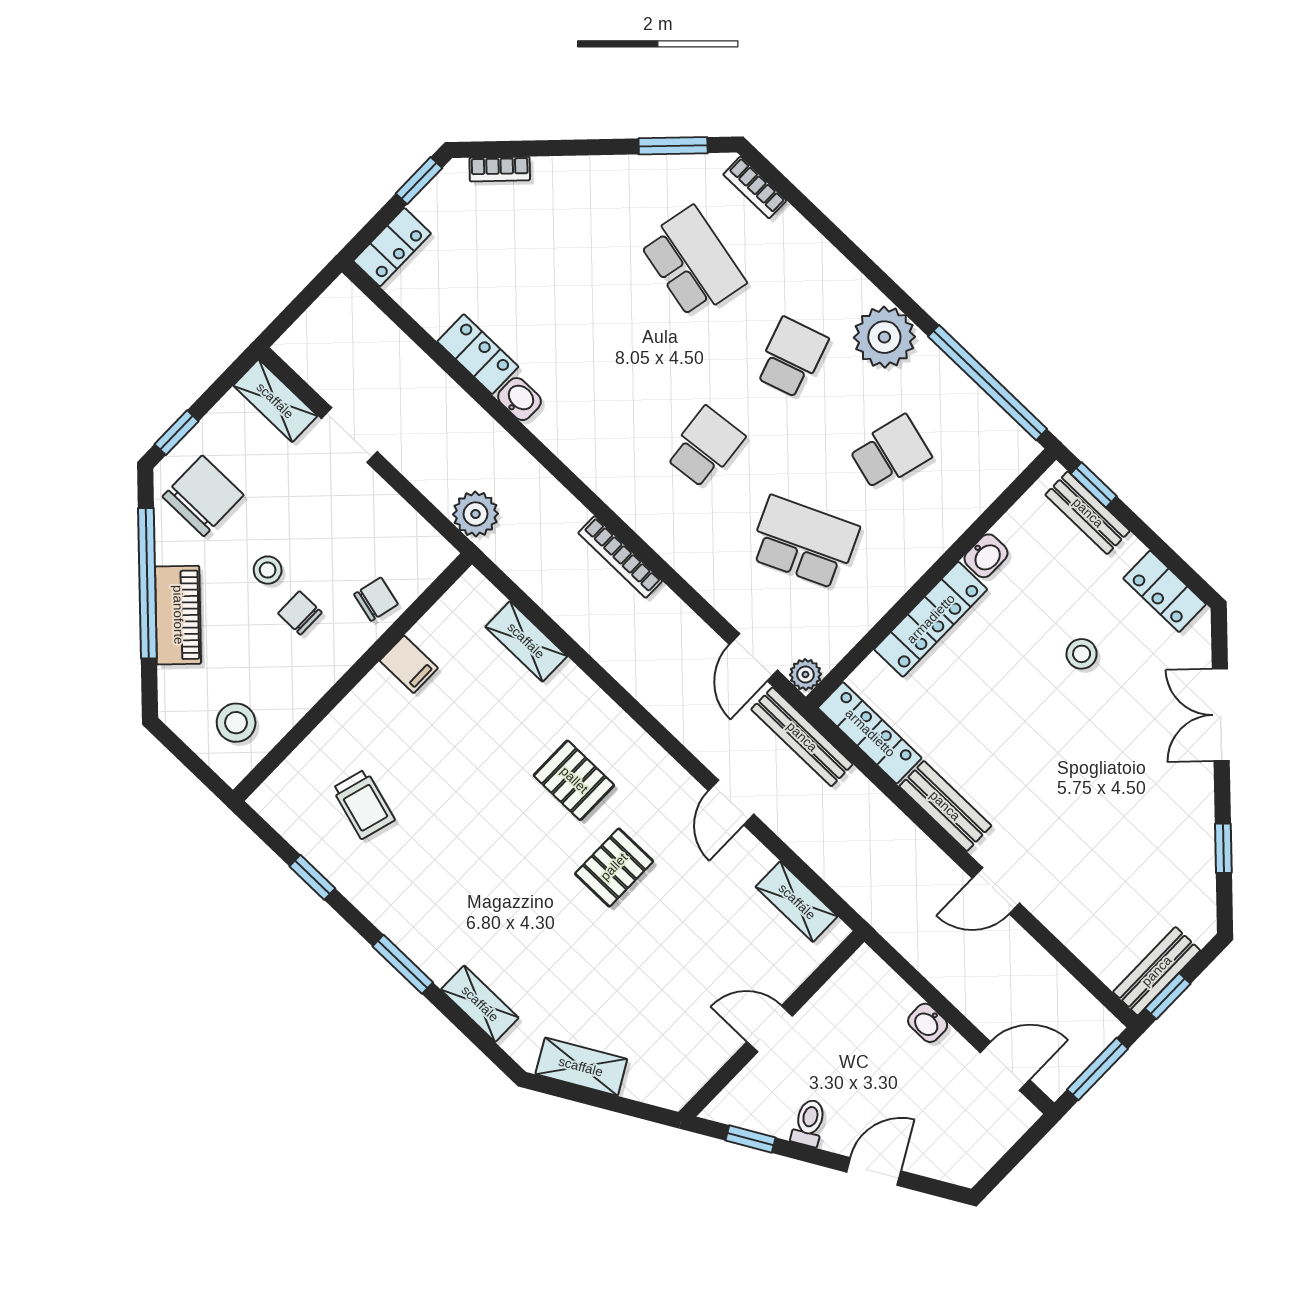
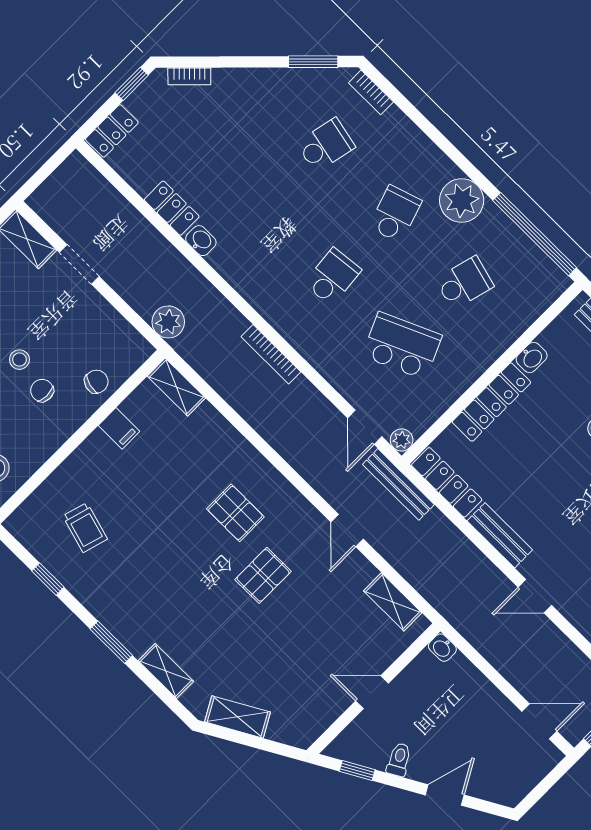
school desk: (692, 262) -> (326, 145), width x0.54
shelving: (526, 641) -> (176, 387), moved
washbasin: (928, 1023) -> (442, 648), moved

